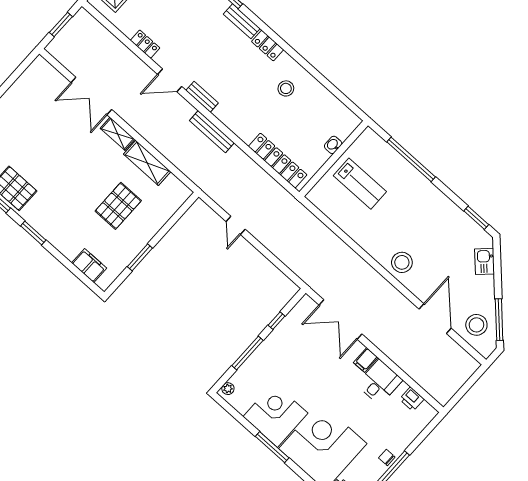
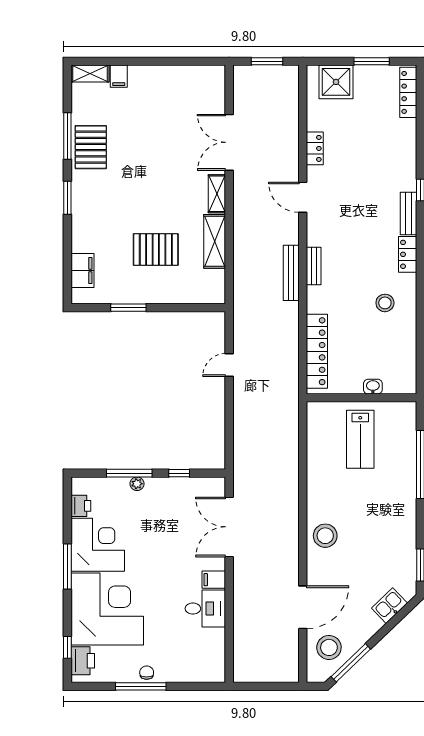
bench: (202, 97) -> (314, 266), moved
plant: (228, 389) -> (137, 484), moved
printer: (412, 399) -> (81, 506), moved, turned 180

